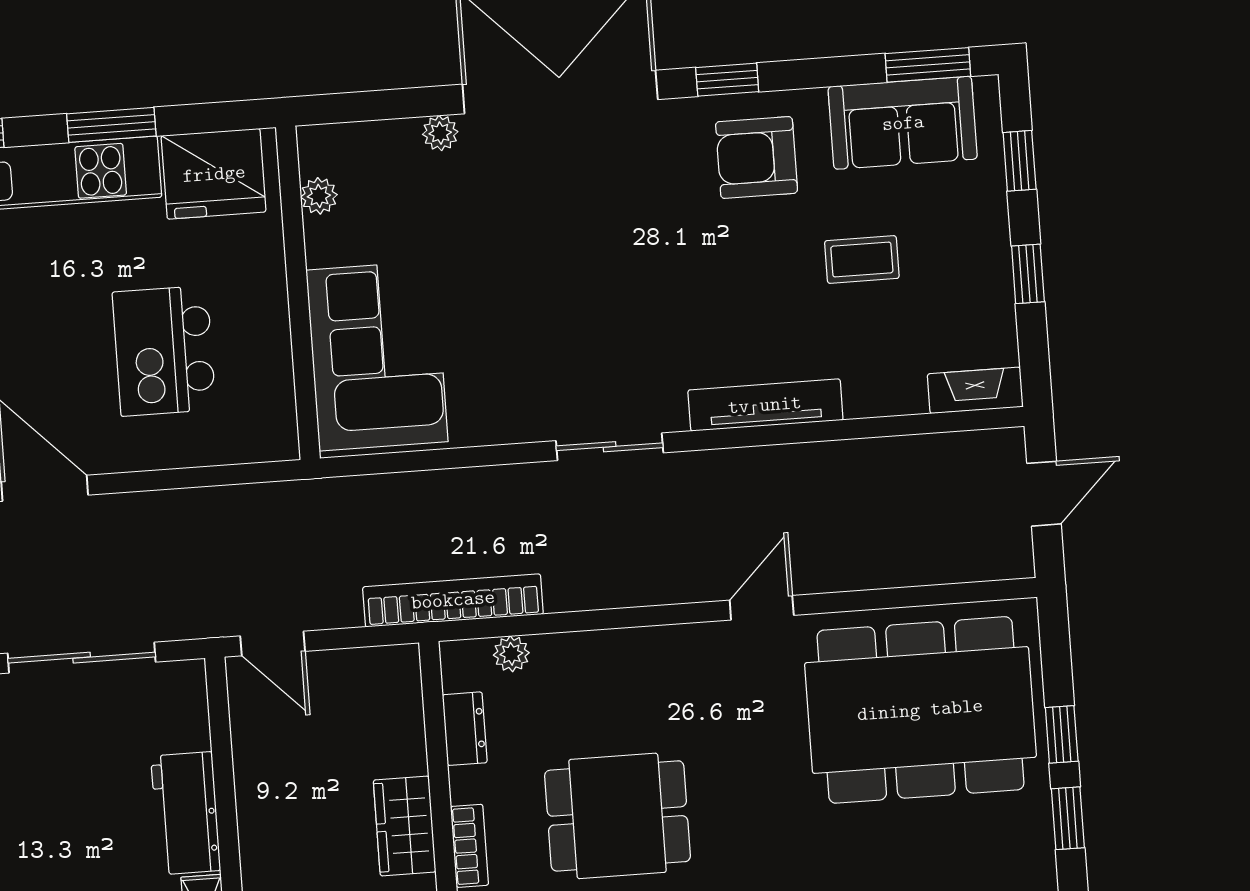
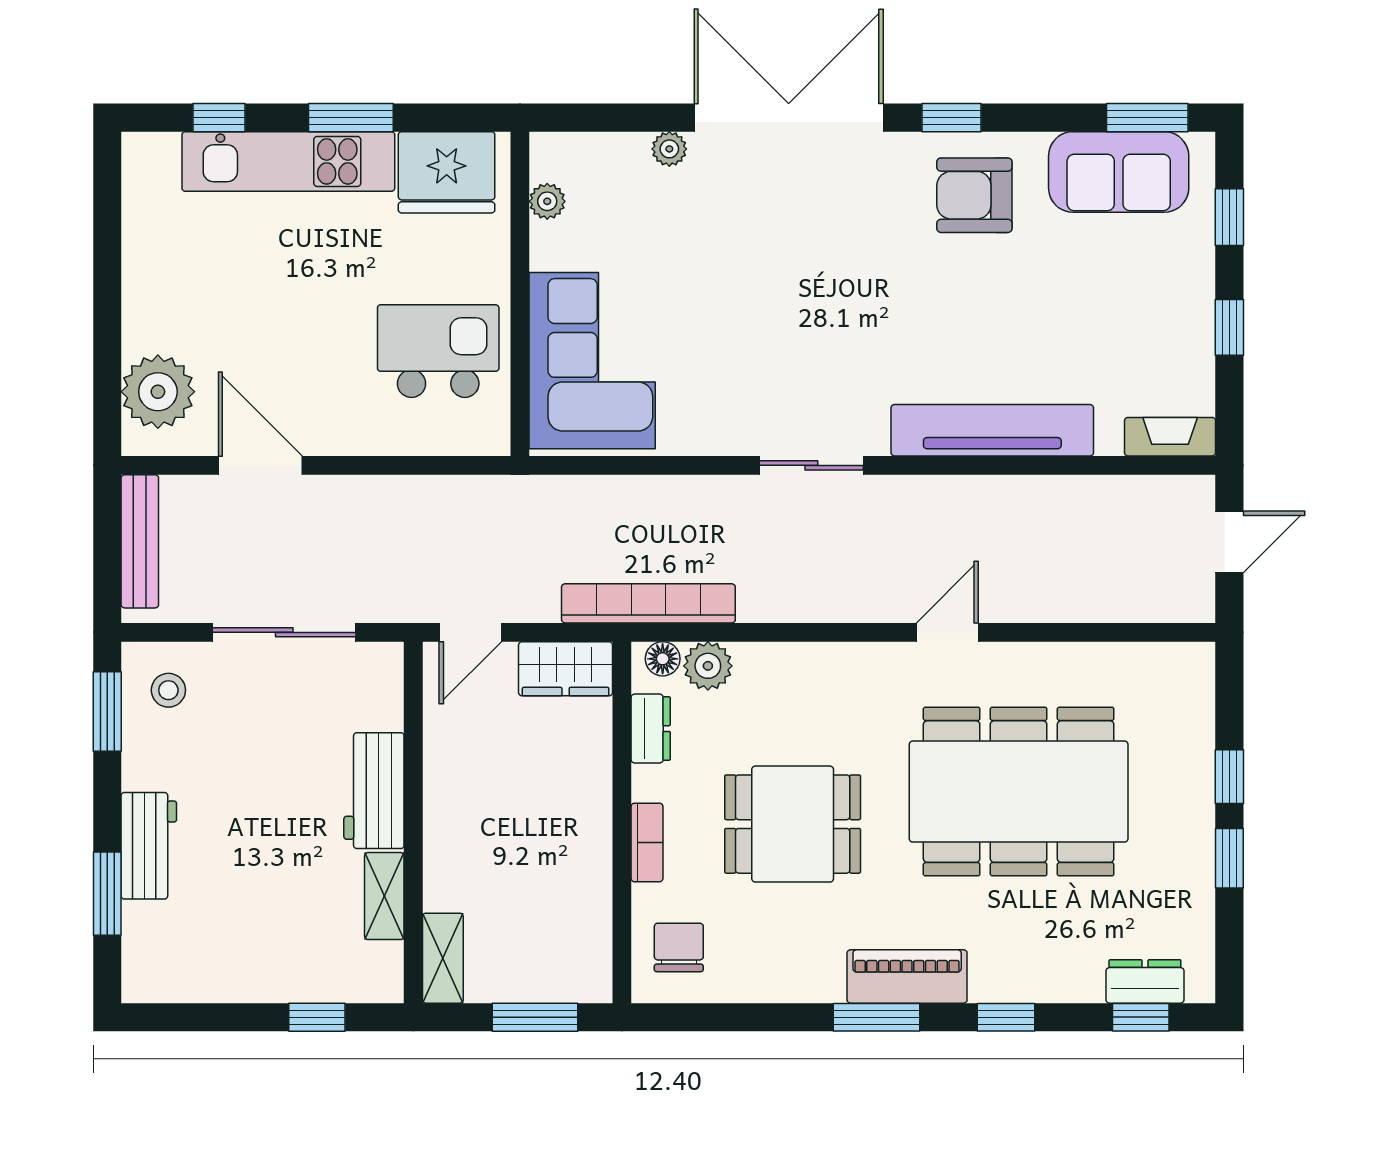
coffee table: (862, 260) -> (1069, 302), removed
kitchen island: (164, 351) -> (438, 351), moved, turned 90
tv unit: (765, 405) -> (992, 430), width x1.36, depth x1.29
door: (273, 644) -> (470, 632), hinge flipped
plant: (511, 654) -> (708, 666), width x1.38, depth x1.38
floor lamp: (472, 656) -> (663, 659), added
dining table: (920, 710) -> (1019, 792), moved
wardrobe: (405, 826) -> (566, 669), moved, turned -90

